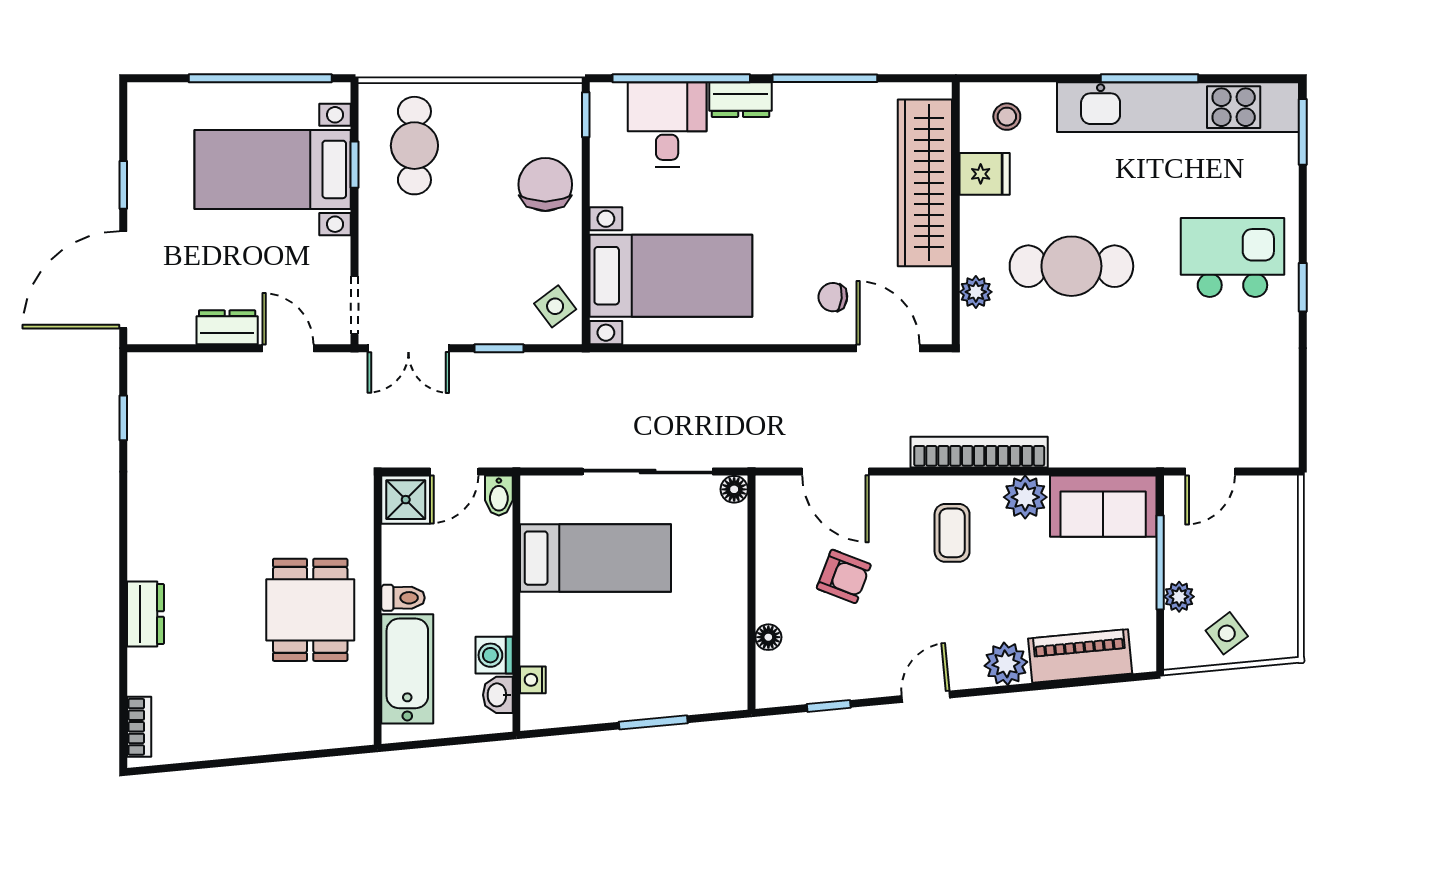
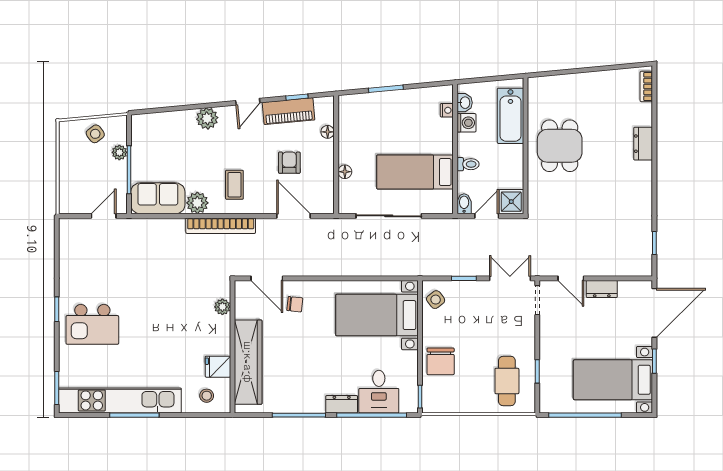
bed with nightstands: (273, 169) -> (613, 380), moved, turned 180
cafe table: (1071, 266) -> (174, 320), removed
floor lamp: (734, 489) -> (345, 172), moved
armchair: (844, 576) -> (289, 163), turned 69
toilet: (403, 598) -> (468, 164), moved, turned 180
piano: (1080, 656) -> (288, 111), moved

